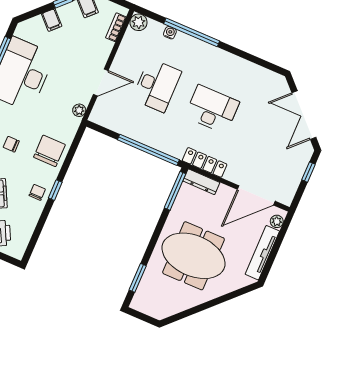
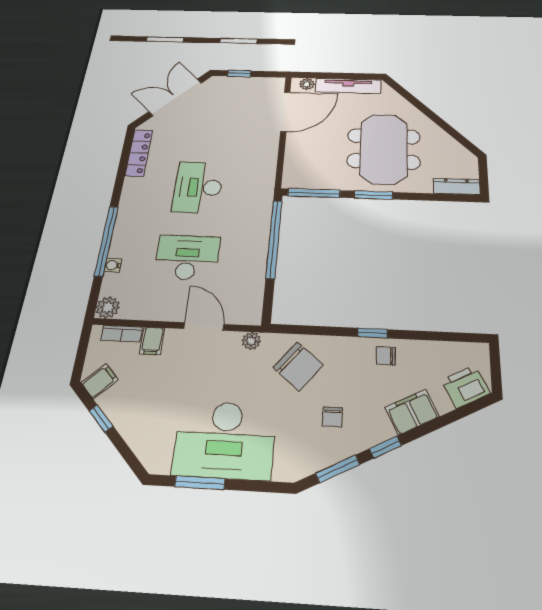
filing cabinet: (52, 20) -> (152, 341), moved, turned 135
double door: (304, 115) -> (175, 97), swing flipped
chair: (49, 151) -> (298, 366), moved, turned -141
locker: (205, 162) -> (139, 153), moved, turned 180
dresser: (201, 182) -> (457, 187), moved, turned -90
door: (256, 195) -> (285, 112), hinge flipped
window: (138, 278) -> (373, 195), moved

